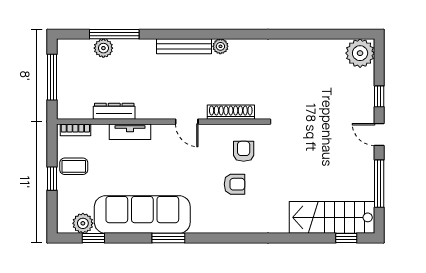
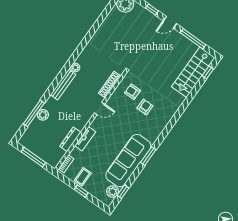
plant: (103, 48) -> (43, 115), moved

